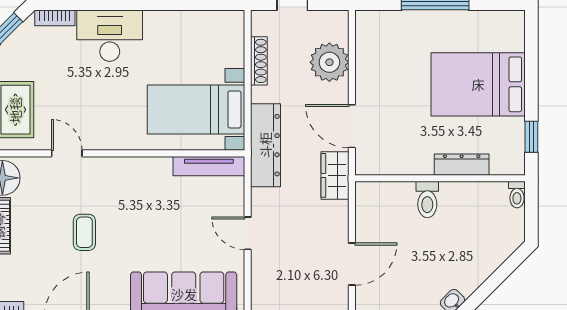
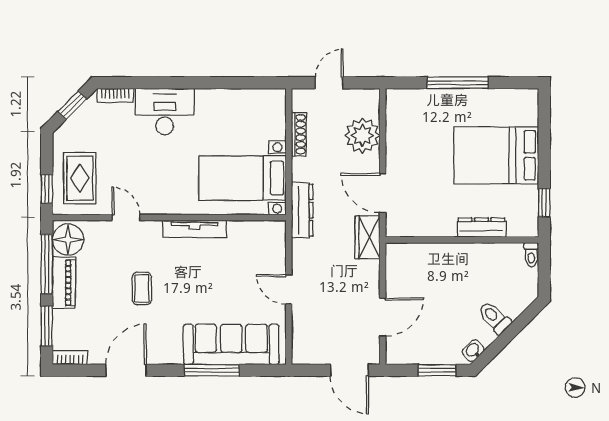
dresser: (265, 145) -> (302, 210), width x0.73, depth x0.80
tv unit: (209, 166) -> (194, 229), moved
toilet: (427, 200) -> (494, 318), moved, turned 135

